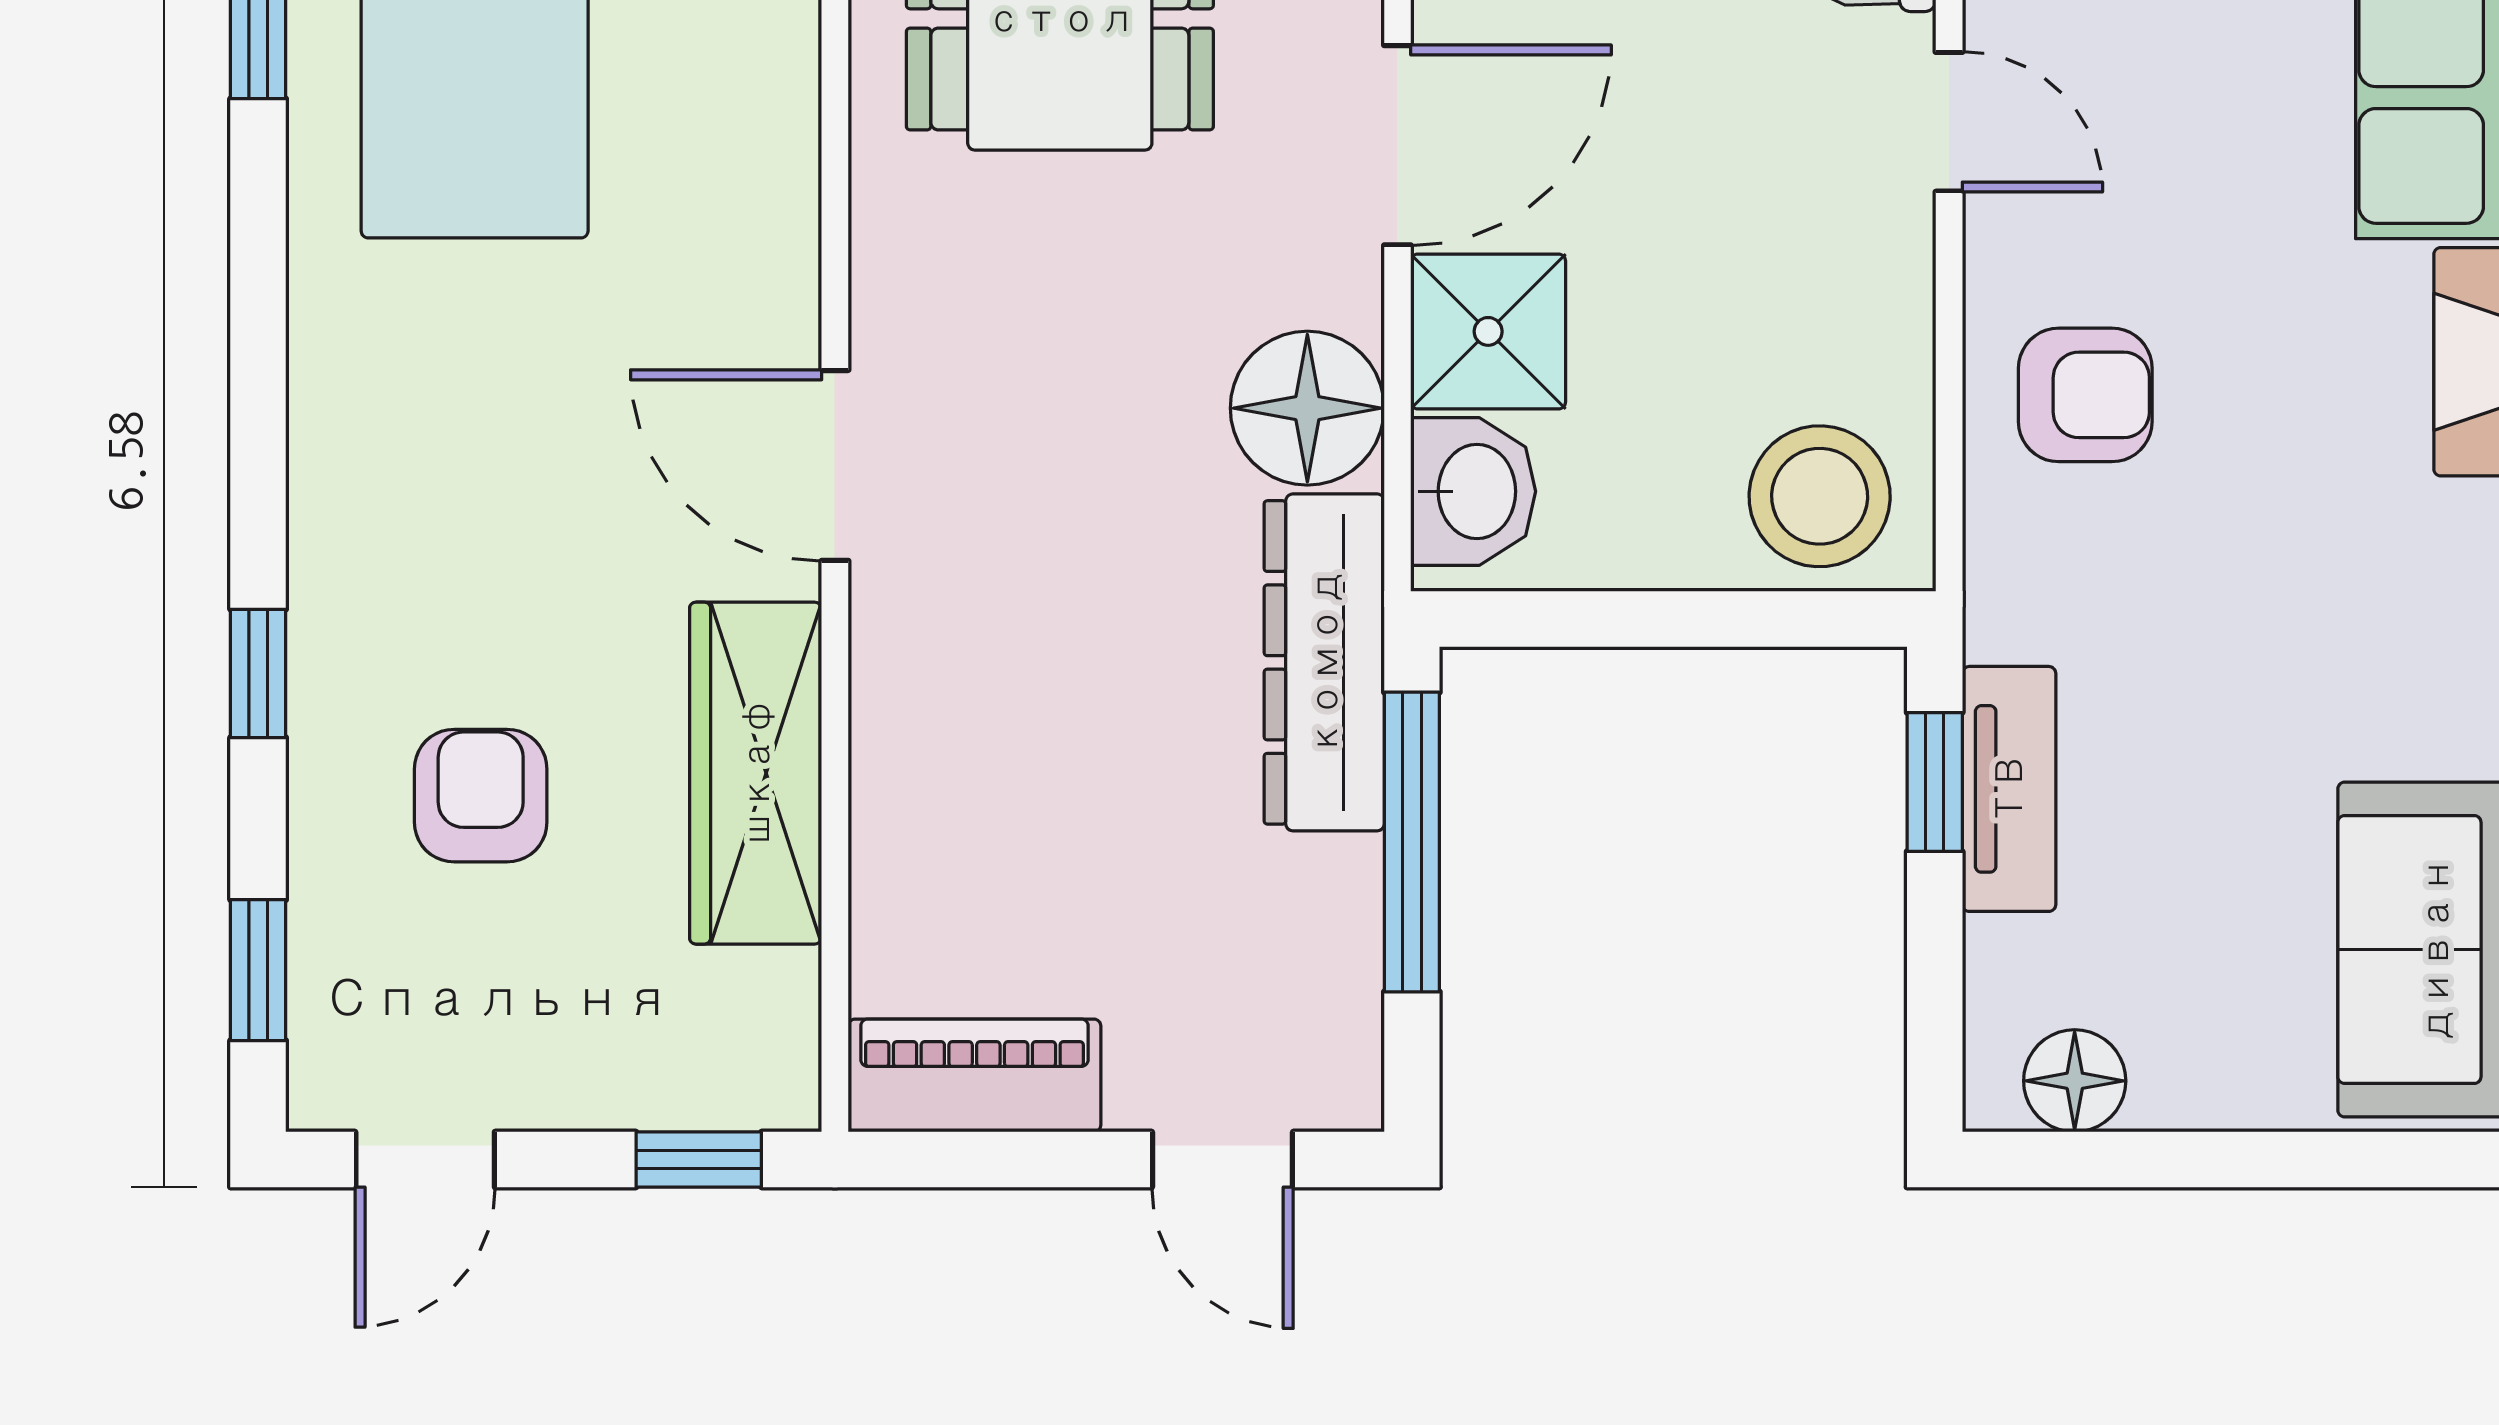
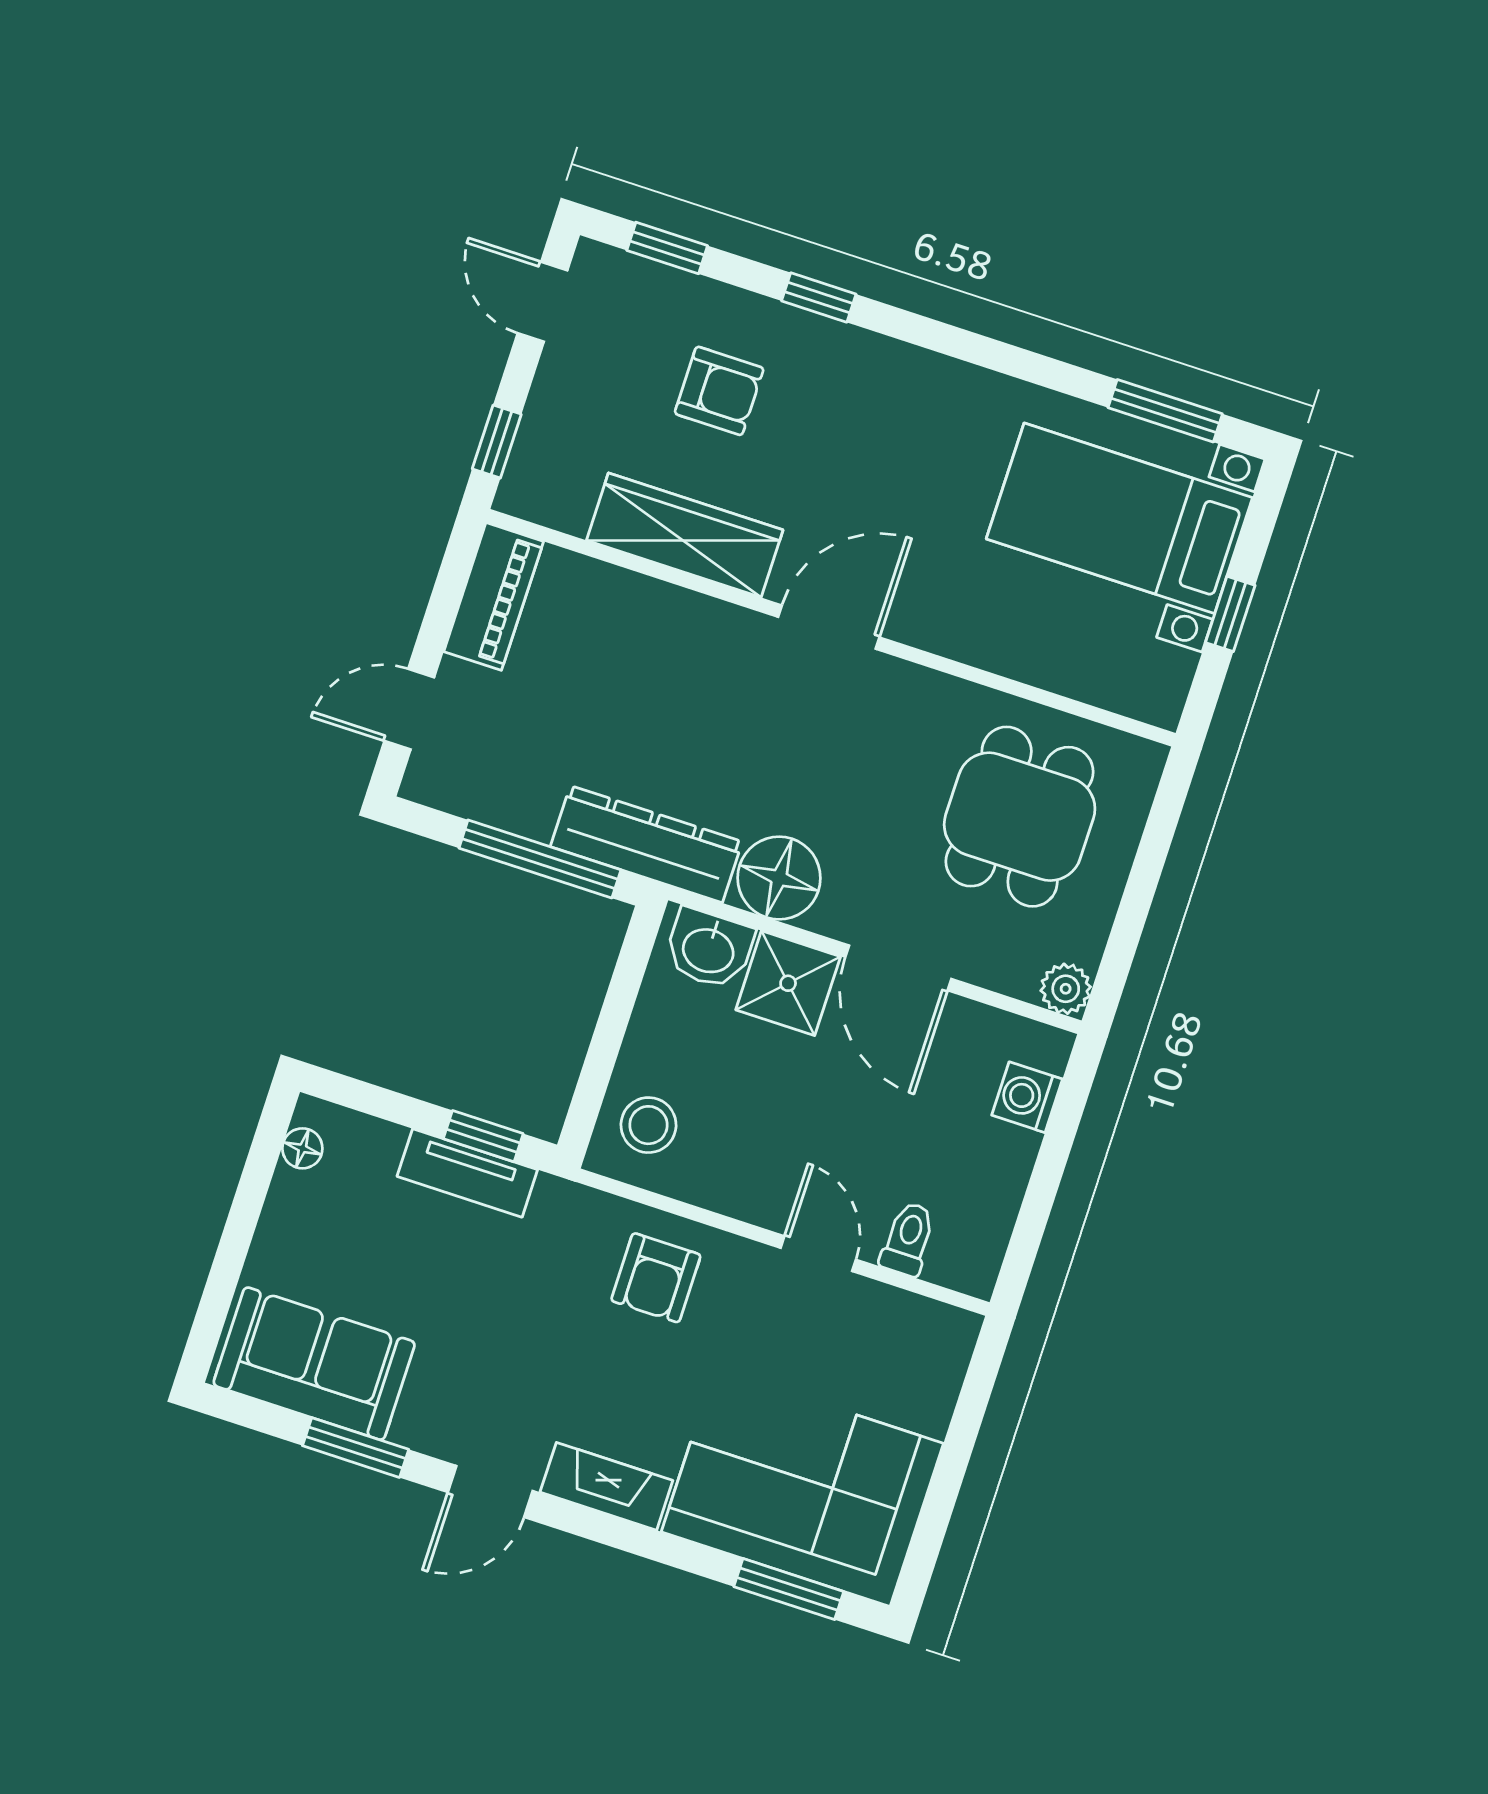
door: (1949, 122) -> (818, 1254), swing flipped
stool: (1820, 496) -> (648, 1125), width x0.73, depth x0.73
floor lamp: (2075, 1081) -> (302, 1148), width x0.73, depth x0.73

